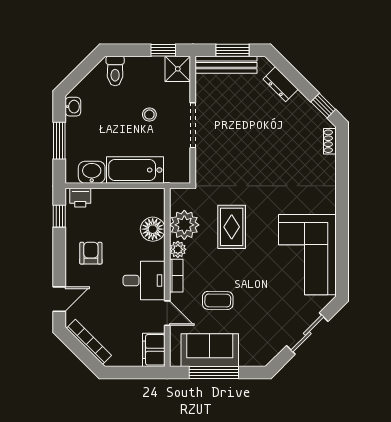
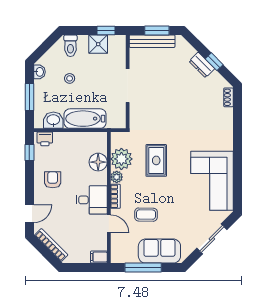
shower: (178, 69) -> (98, 44), moved
dresser: (281, 84) -> (202, 65), moved
window: (323, 106) -> (214, 62), moved
stool: (149, 115) -> (70, 78), moved
filing cabinet: (154, 350) -> (99, 257), width x0.50
sofa: (210, 350) -> (159, 251), moved

